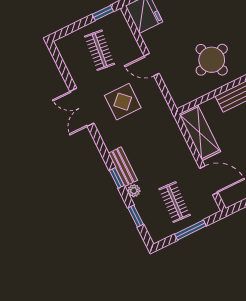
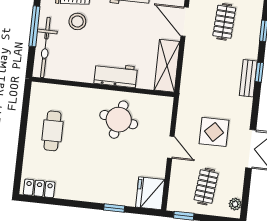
round table: (212, 60) -> (119, 120), turned 31
plant: (134, 191) -> (235, 204), moved

